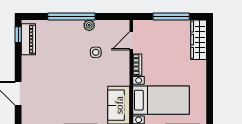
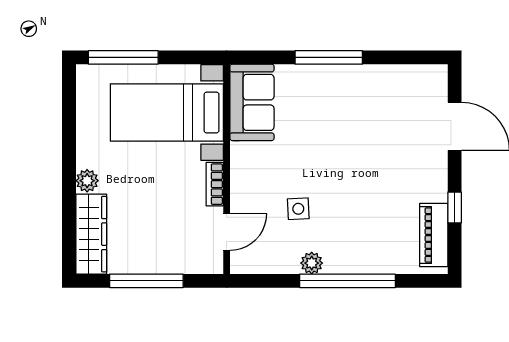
window: (18, 35) -> (455, 207), moved
plant: (201, 66) -> (87, 181), added

